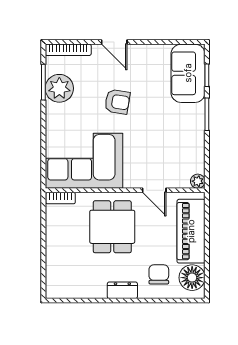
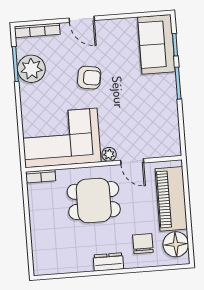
plant: (198, 181) -> (109, 154), moved
dining table: (112, 227) -> (94, 201), turned 90

